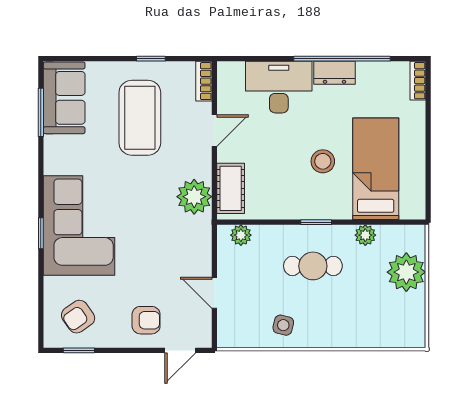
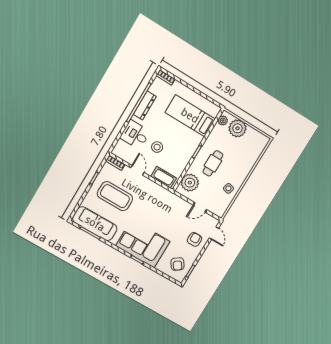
dresser: (334, 73) -> (145, 105), width x1.44
desk: (279, 87) -> (135, 135), width x0.73
sofa: (64, 98) -> (95, 224), width x1.36
stool: (323, 161) -> (157, 147), moved
plant: (194, 197) -> (158, 193), removed
plant: (241, 235) -> (190, 183), width x1.87, depth x1.87
plant: (365, 235) -> (223, 120), moved

